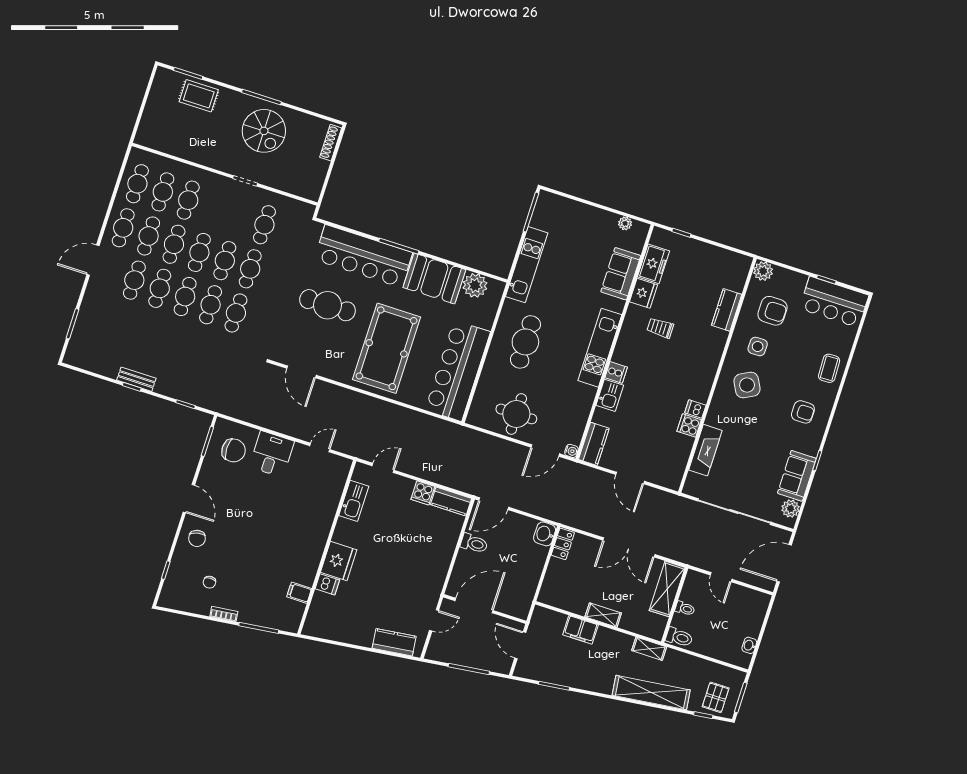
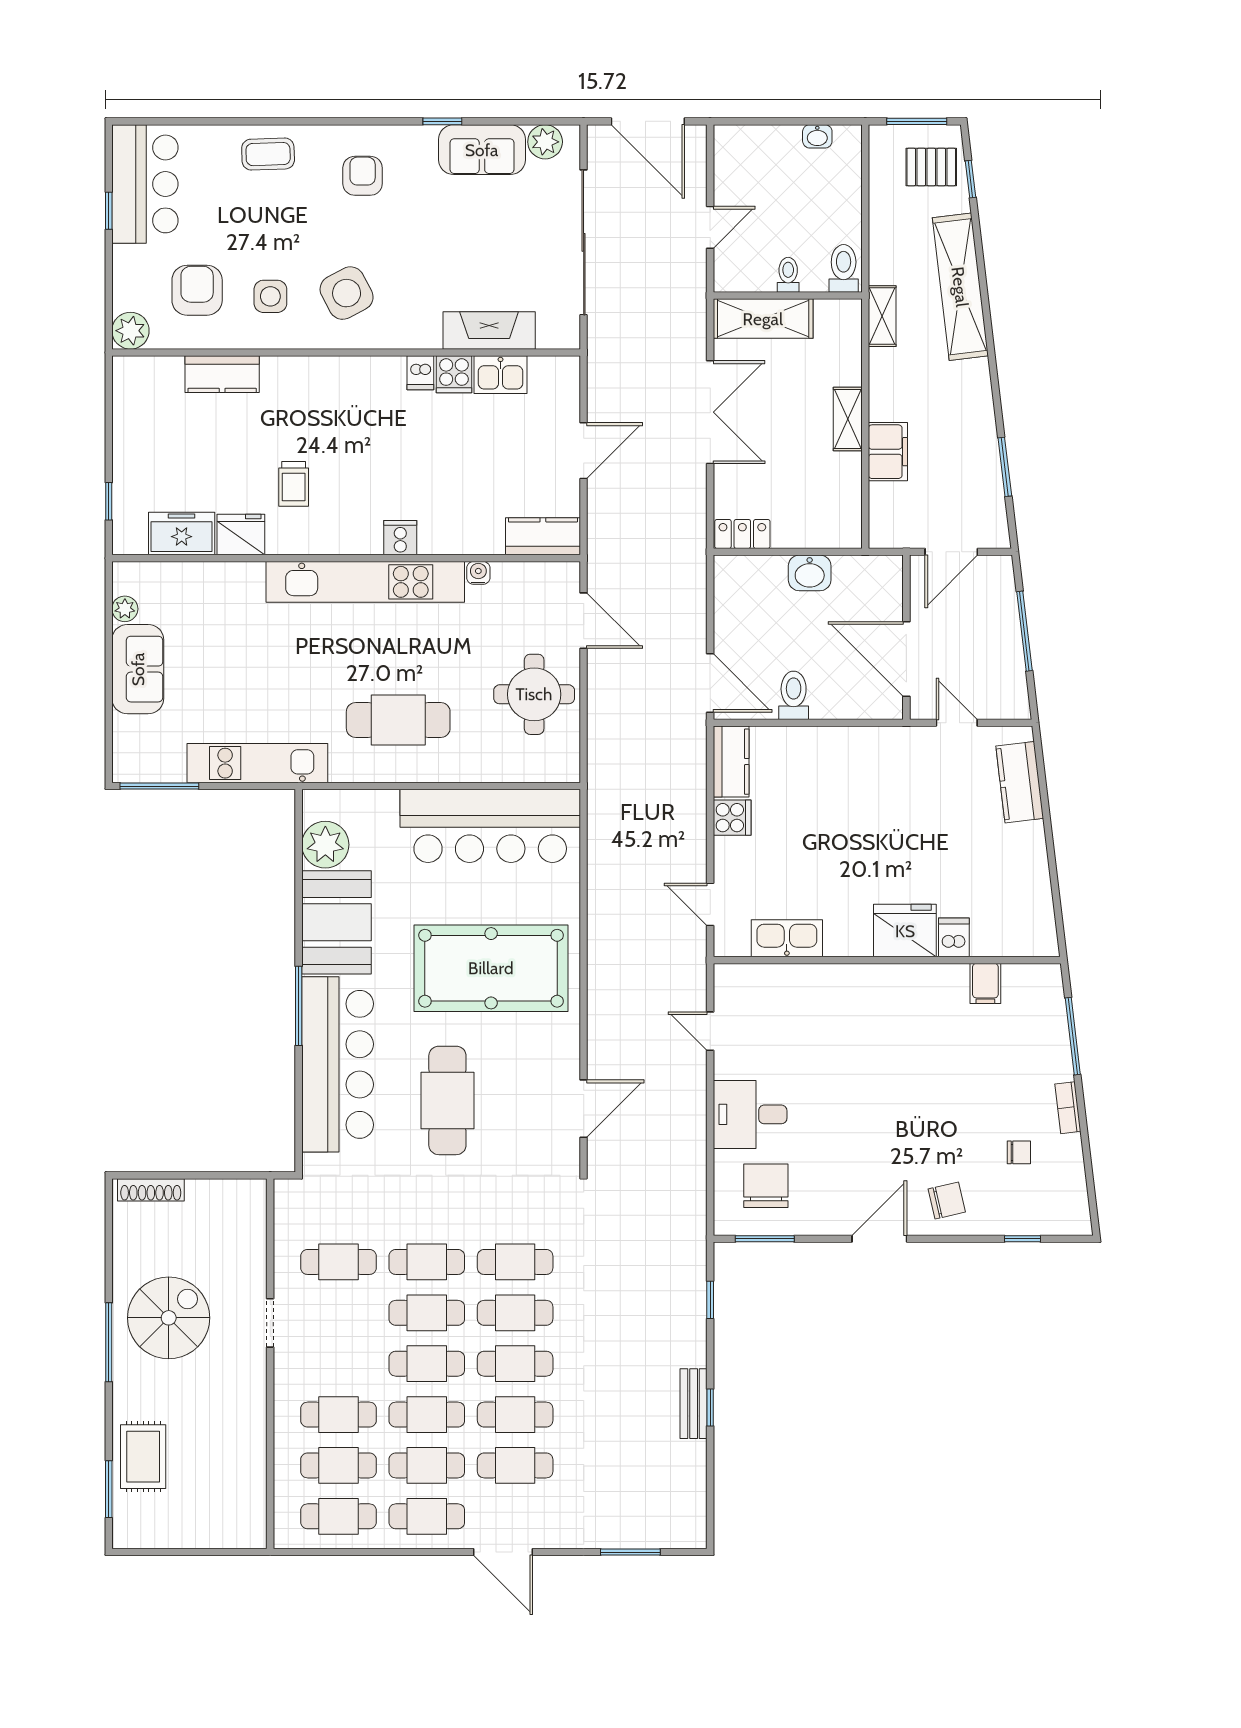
sofa: (621, 274) -> (138, 669), moved, turned -90
kitchen unit: (600, 348) -> (365, 582), width x1.36
kitchen sink: (610, 395) -> (500, 375), moved, turned 180
water cooler: (571, 451) -> (478, 573), moved
washbasin: (545, 534) -> (810, 573), moved

